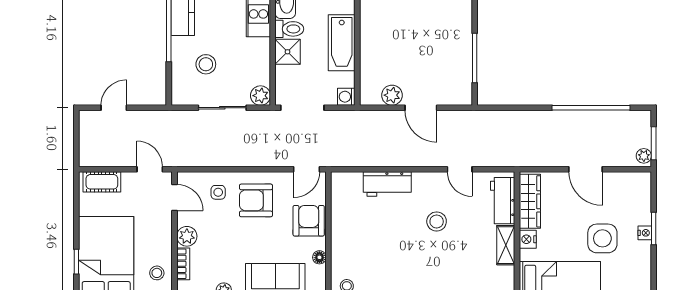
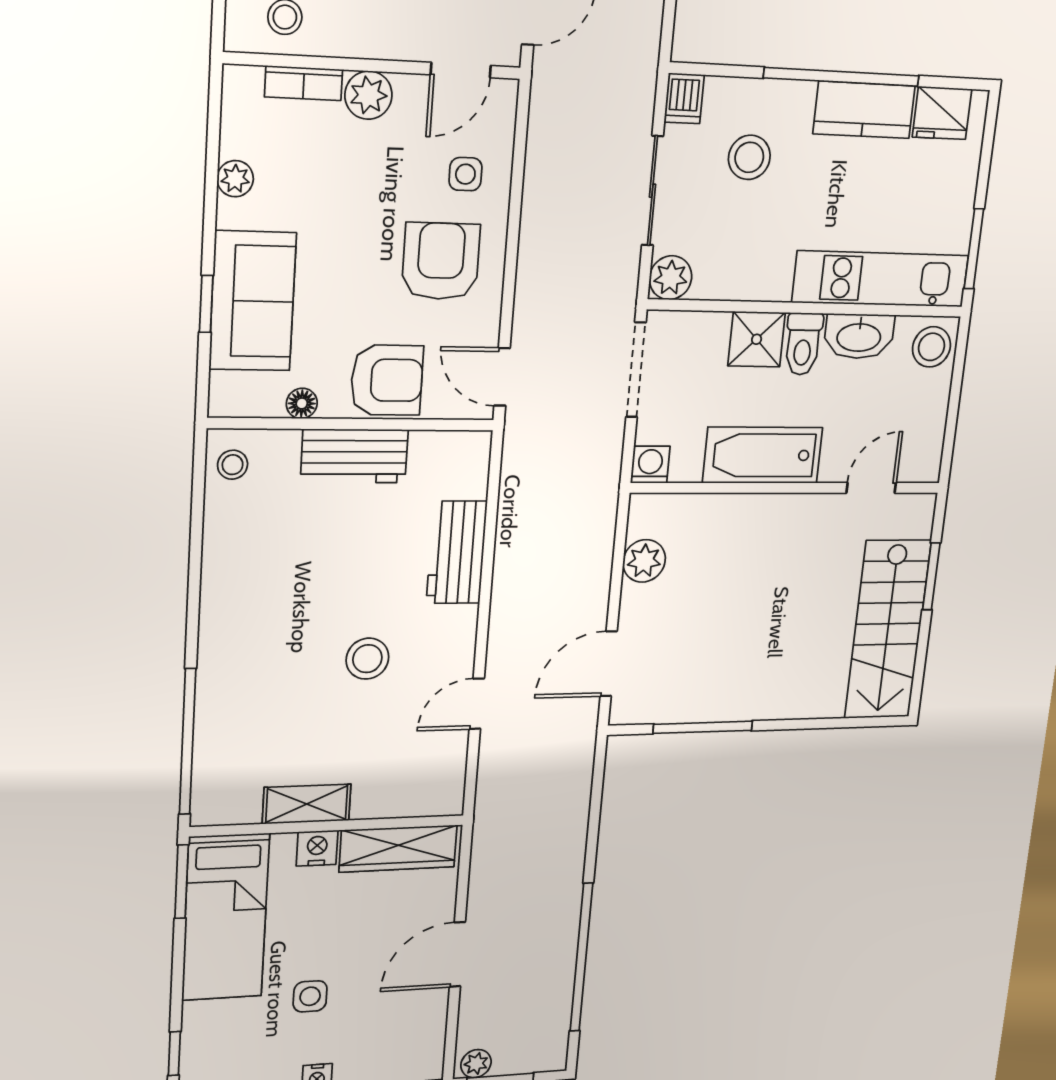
dishwasher: (182, 97) -> (684, 98), added
door: (421, 108) -> (609, 664), moved
workbench: (503, 201) -> (354, 456), moved, turned 180
side table: (602, 238) -> (310, 996), width x0.54, depth x0.54

